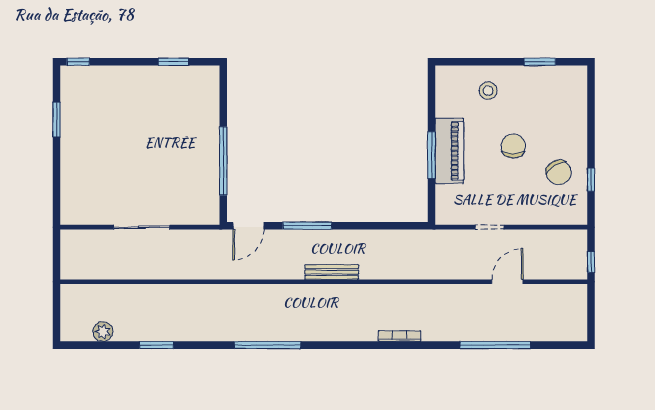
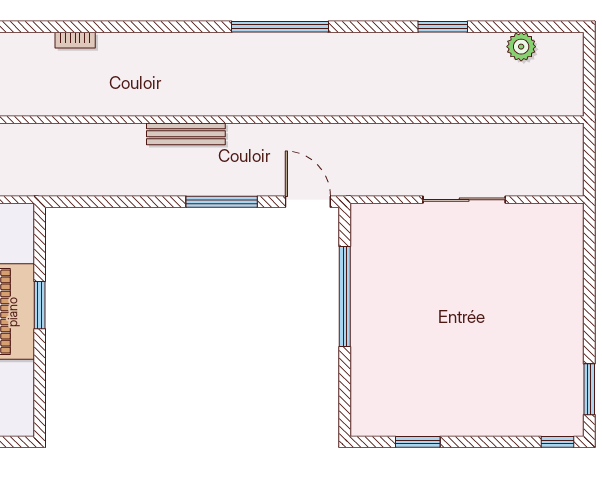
window: (56, 120) -> (589, 389), moved
window: (432, 155) -> (40, 305), width x0.69
door: (248, 226) -> (308, 202), hinge flipped
bookcase: (400, 336) -> (75, 40), width x0.64

